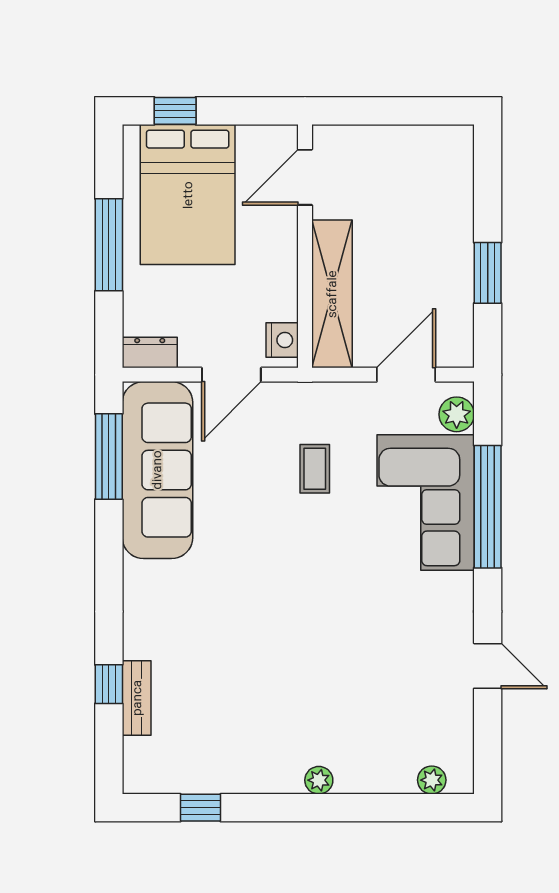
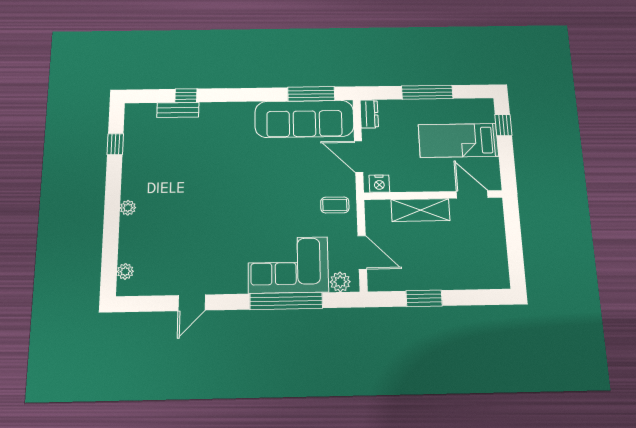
bed: (188, 195) -> (458, 140), width x0.67
shelving: (332, 294) -> (420, 210), width x0.68
coffee table: (315, 469) -> (335, 205), moved

